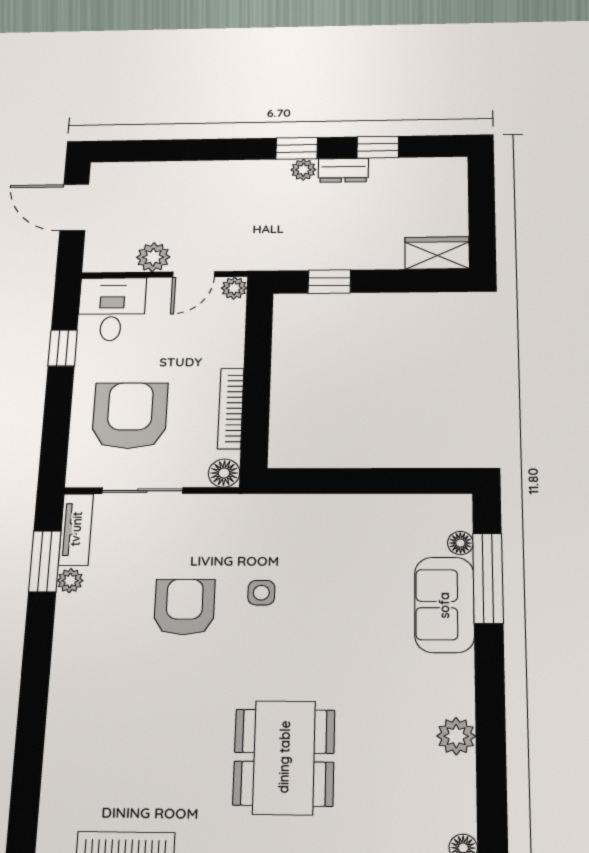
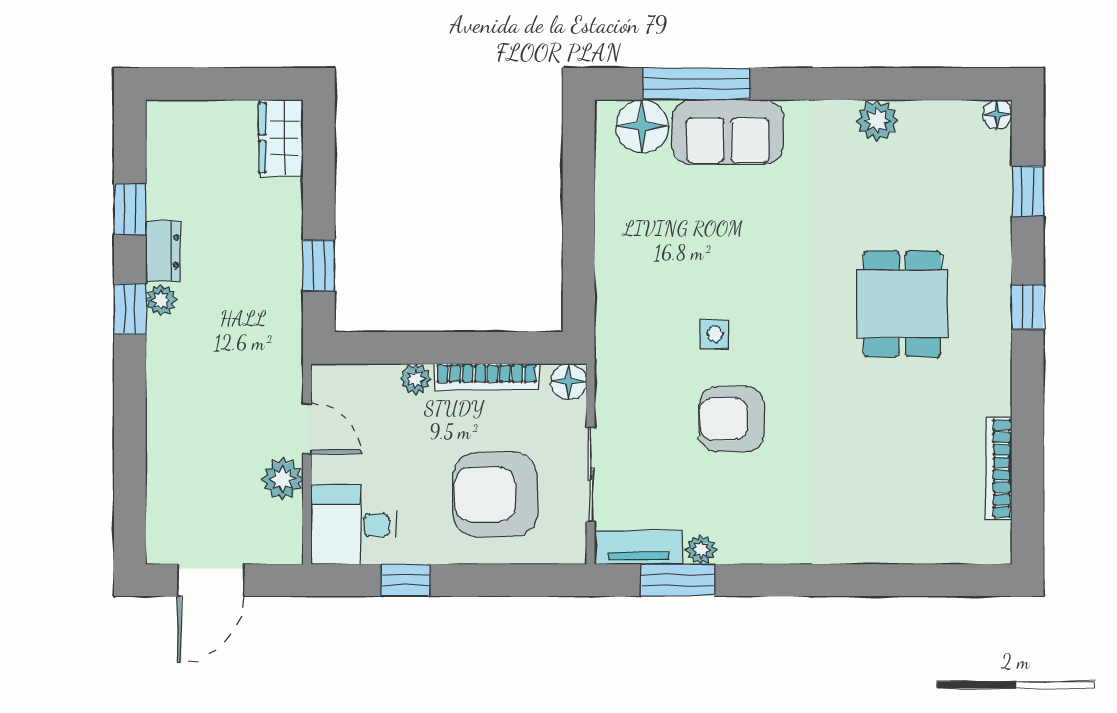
plant: (234, 288) -> (416, 379), moved
floor lamp: (460, 543) -> (642, 126), width x1.89, depth x1.89
dining table: (284, 757) -> (902, 304), width x0.73

